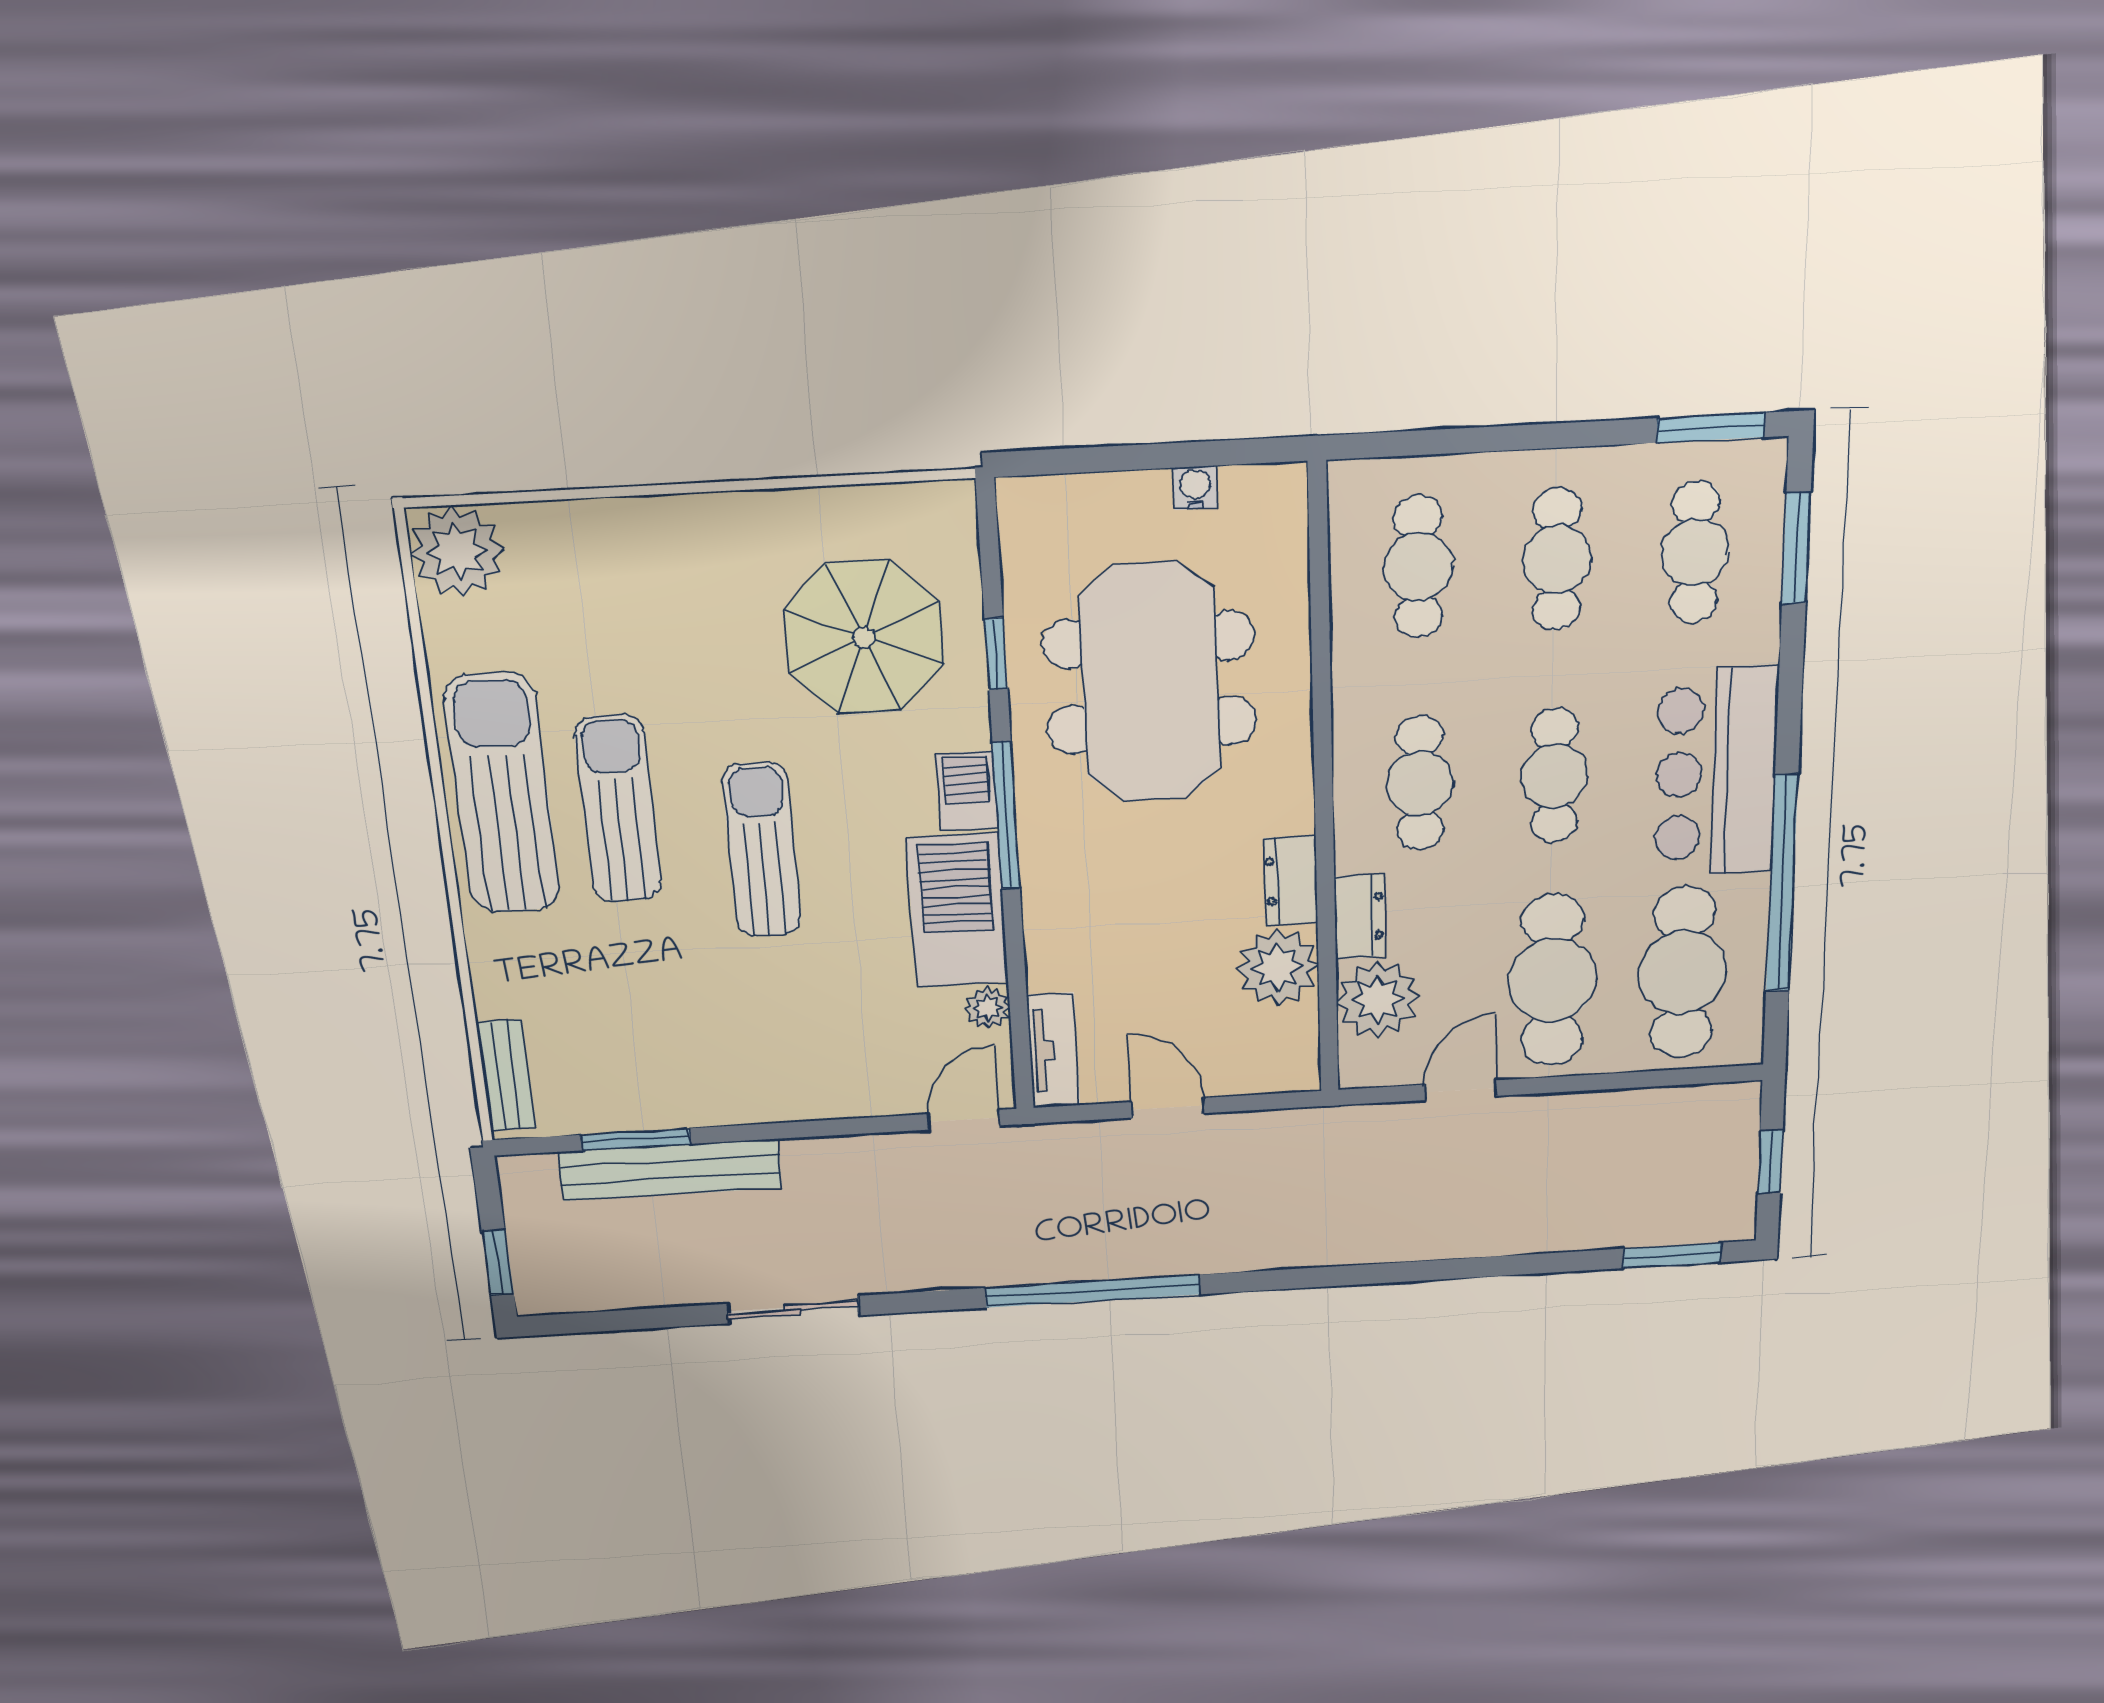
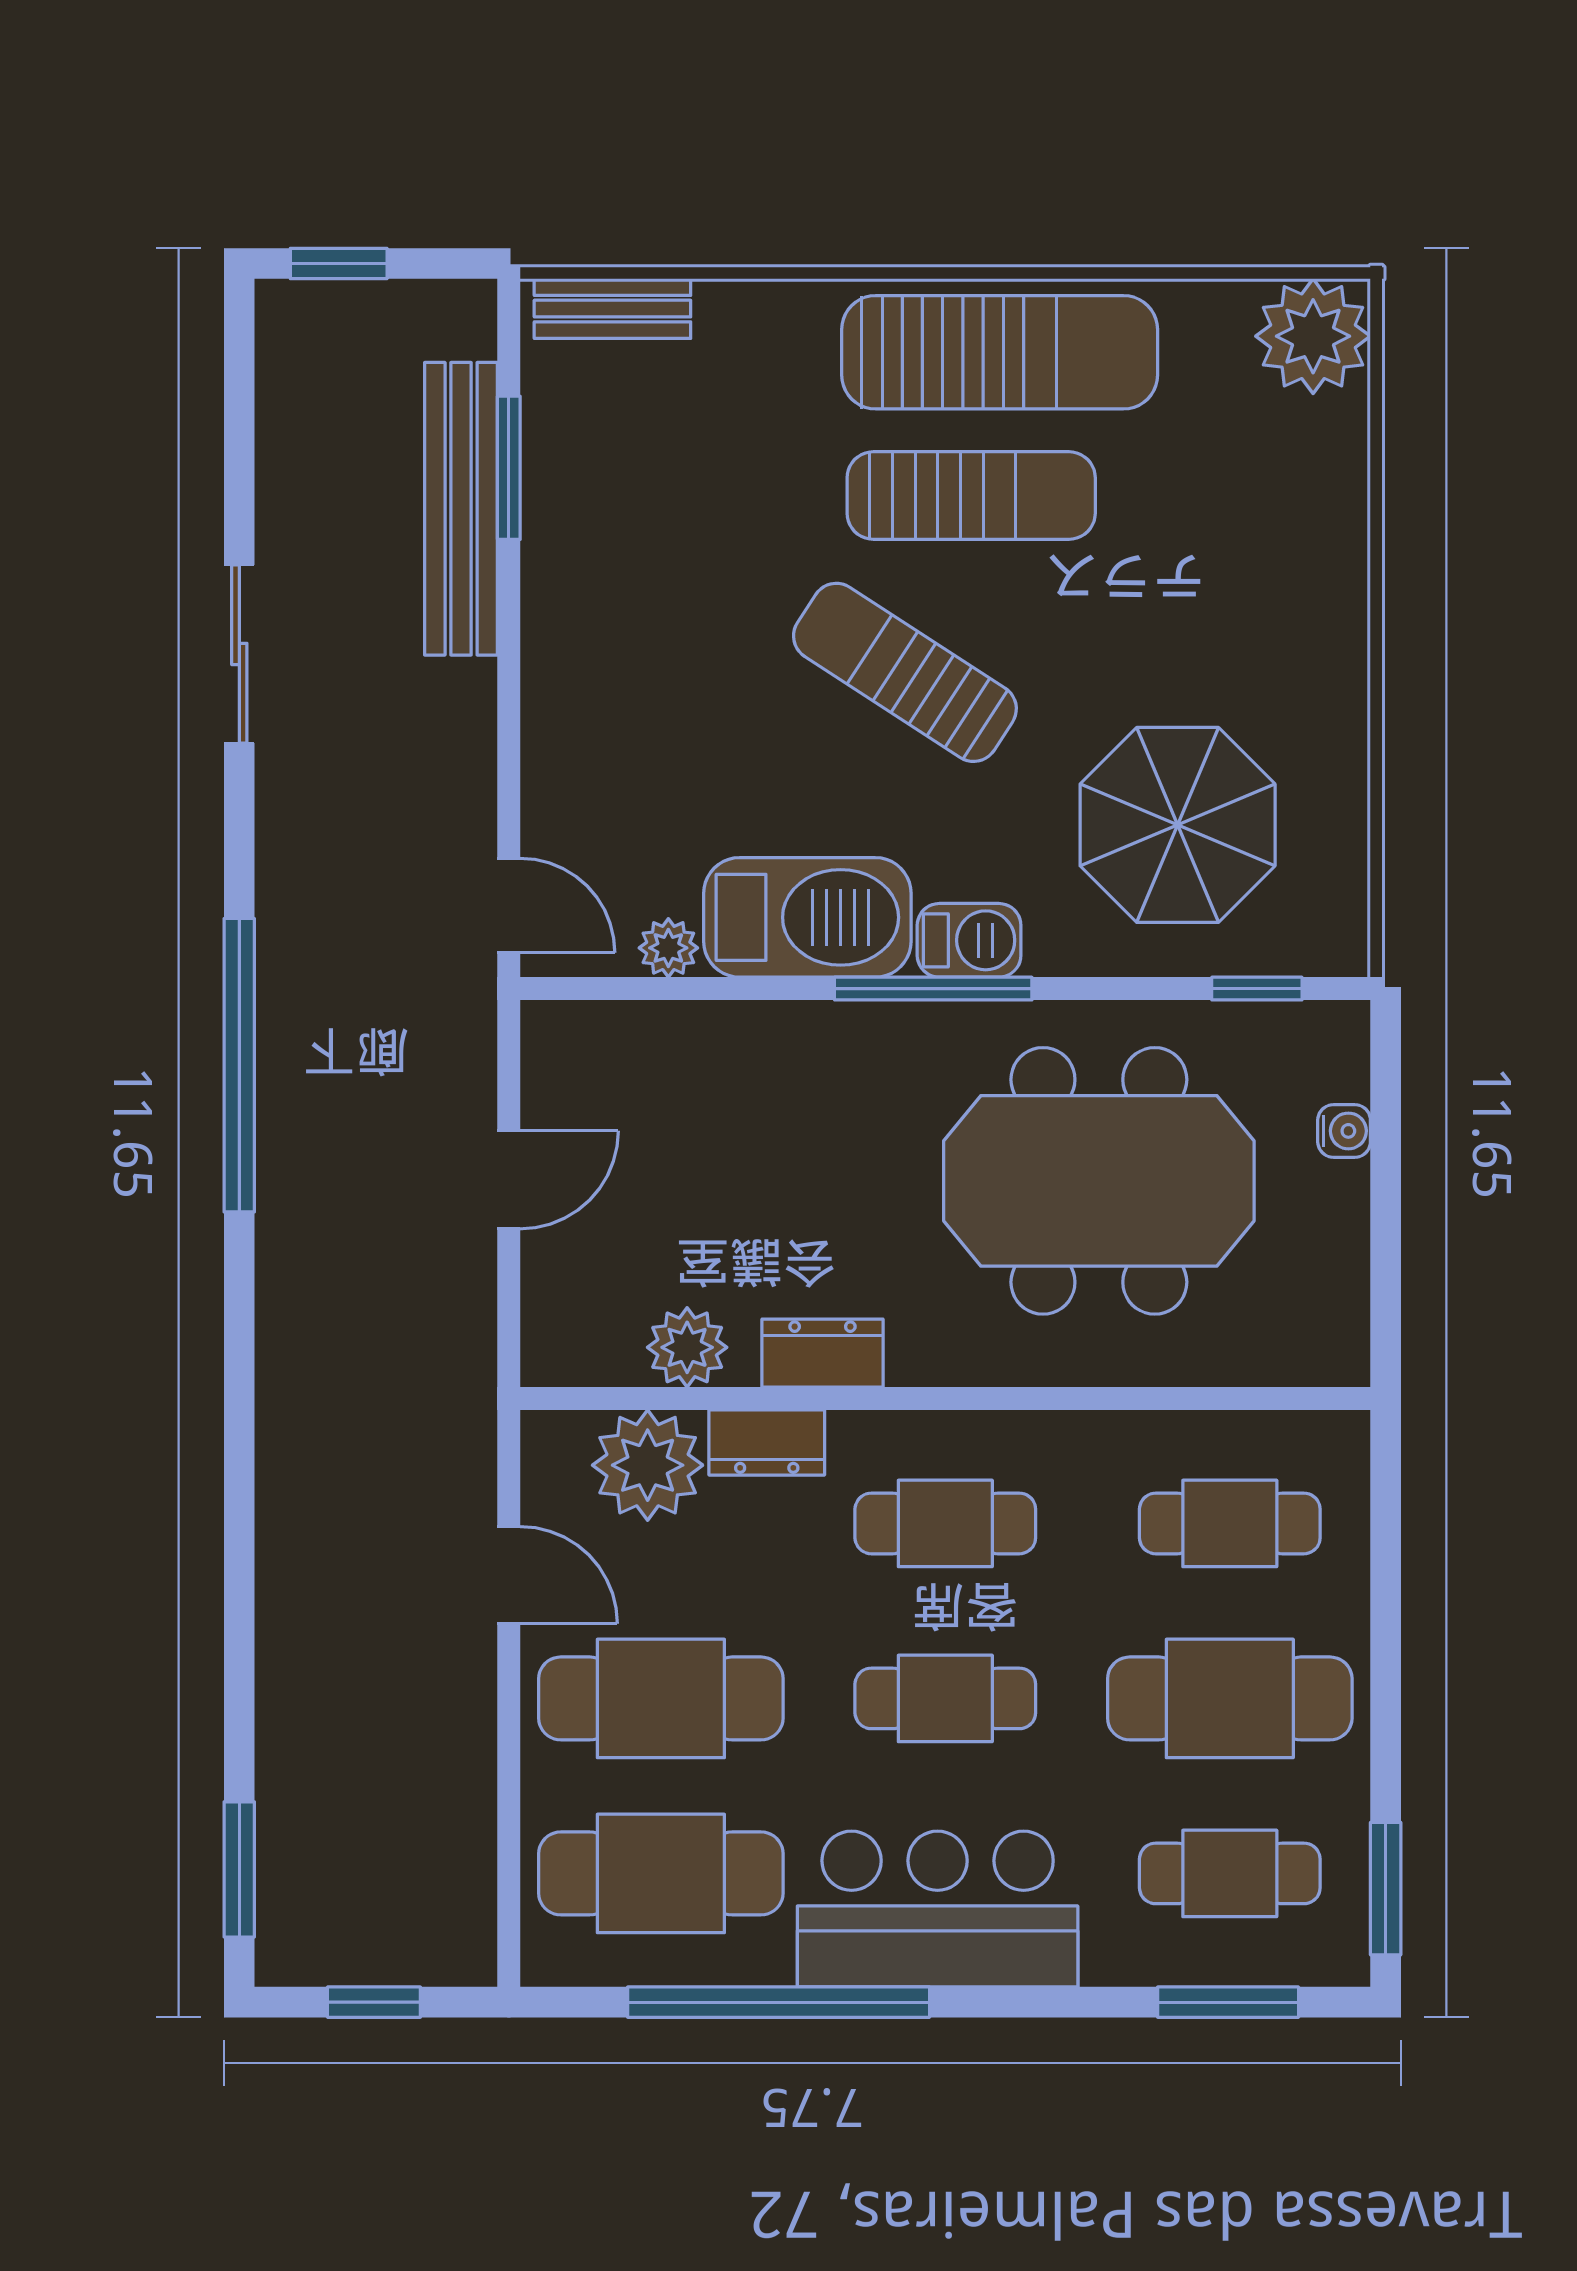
water cooler: (1195, 488) -> (1344, 1131), moved
cafe table: (1557, 560) -> (1230, 1698), width x1.37, depth x1.35
window: (996, 654) -> (1257, 989), moved
sun lounger: (762, 850) -> (905, 672), turned -147
plant: (1278, 968) -> (687, 1347), width x0.73, depth x0.73
tv unit: (1053, 1050) -> (602, 1031), removed

